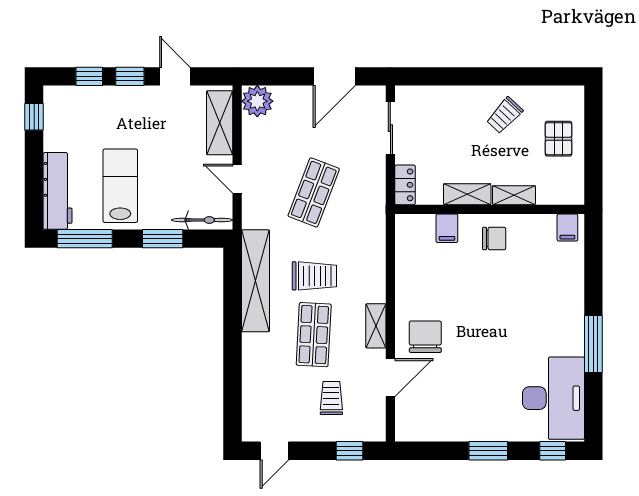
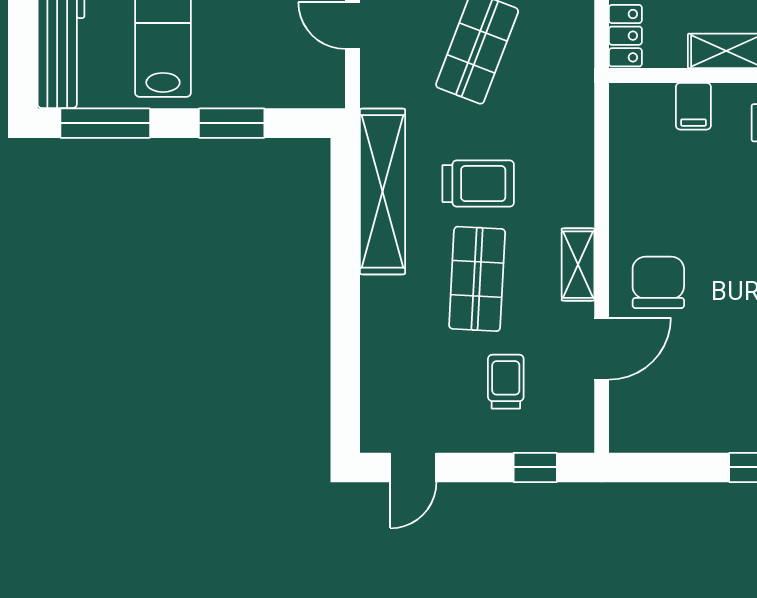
bicycle: (202, 220) -> (296, 93), removed

